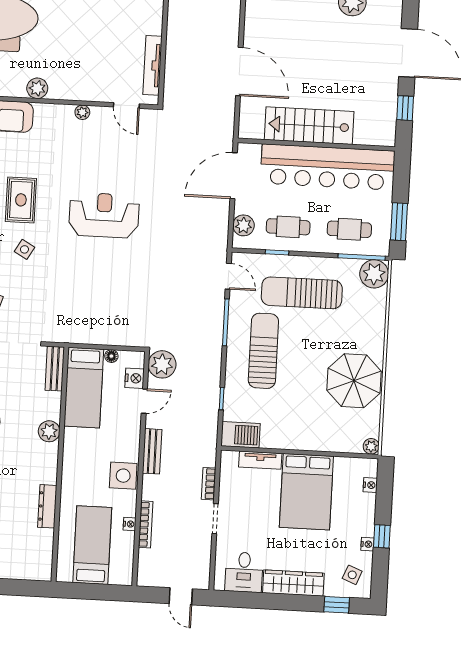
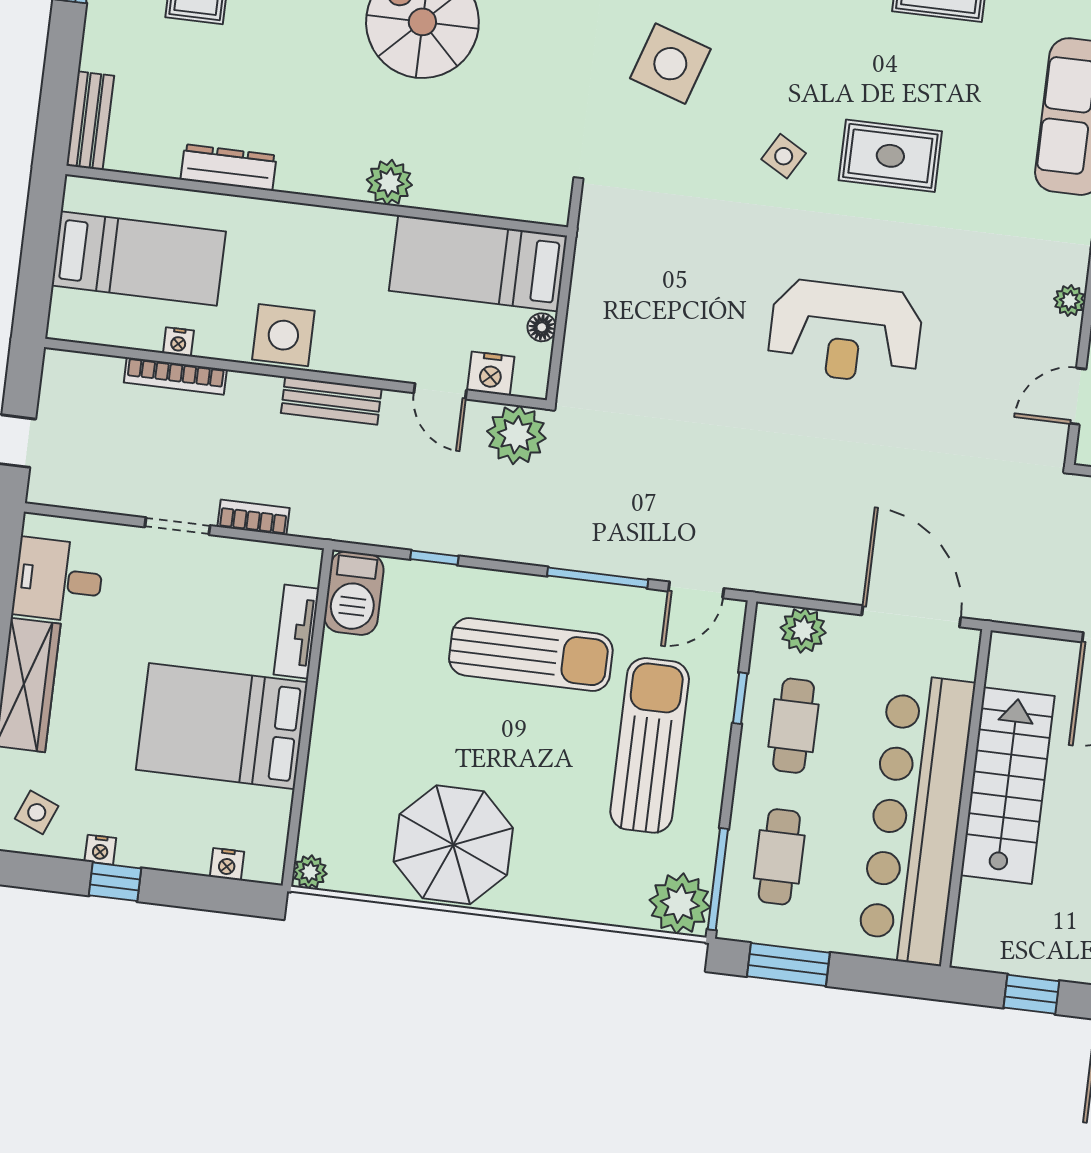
reception desk: (104, 215) -> (845, 332), turned 90
bench: (55, 369) -> (90, 121), moved, turned 90

